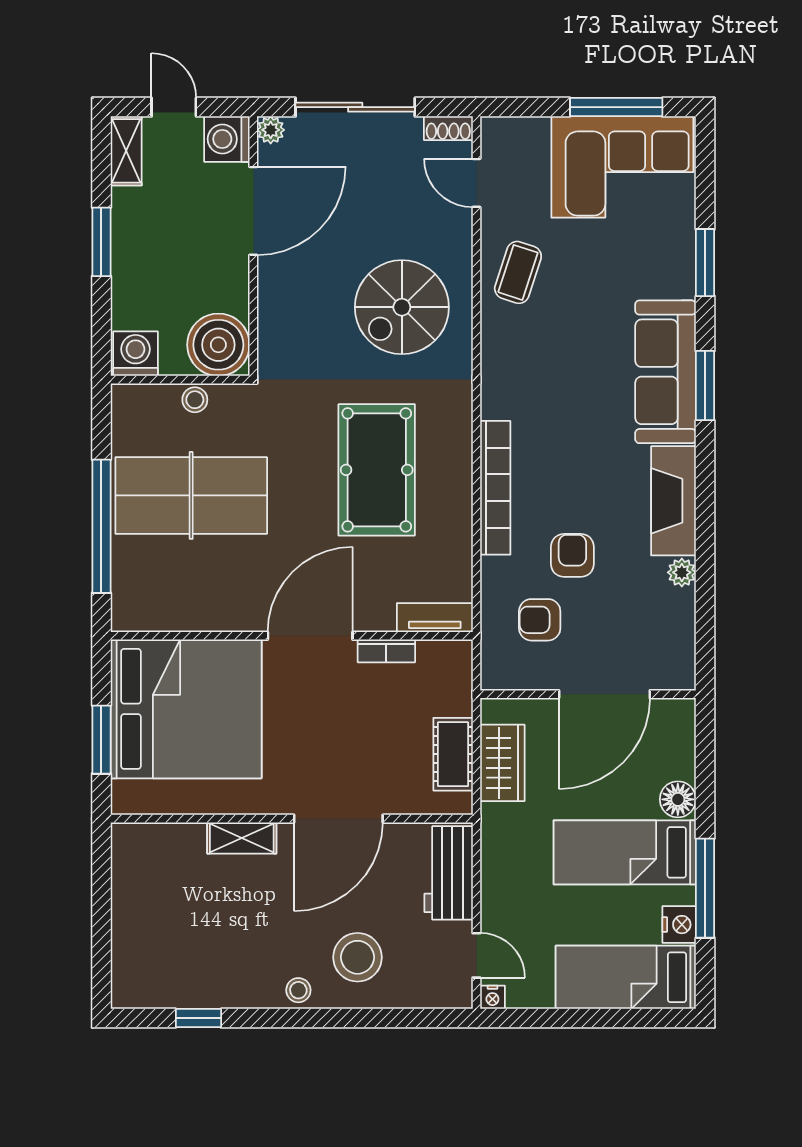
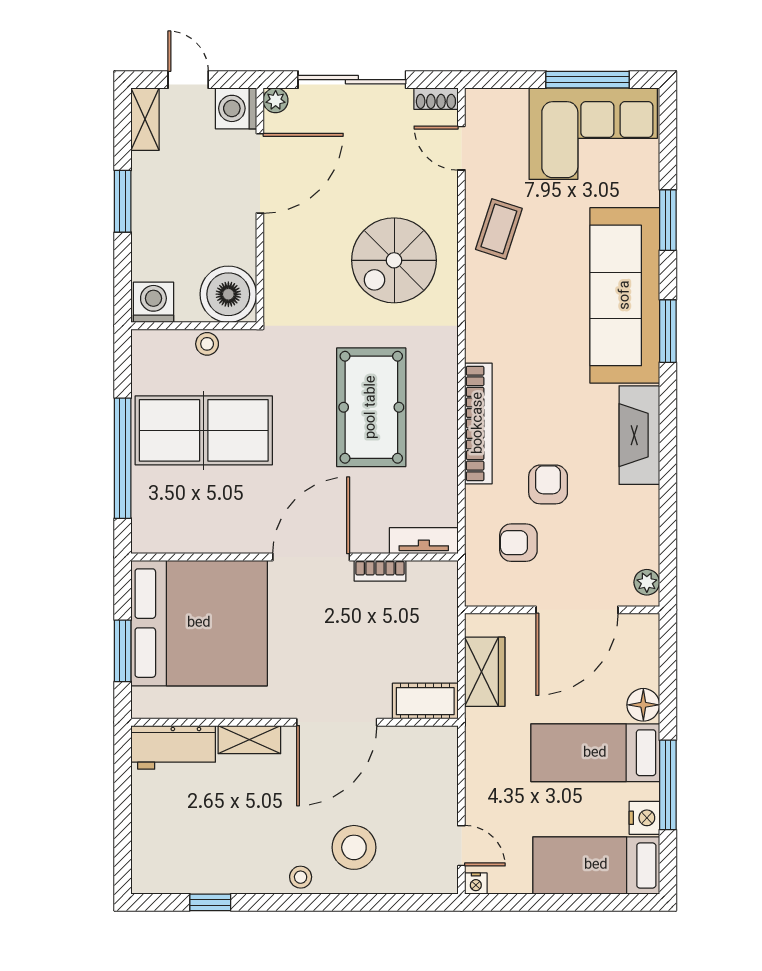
sofa: (666, 372) -> (625, 295), width x1.36, depth x1.27
plant: (682, 572) -> (647, 582), moved
cot: (453, 754) -> (425, 701), moved, turned 90
workbench: (449, 873) -> (173, 747), moved, turned -90

